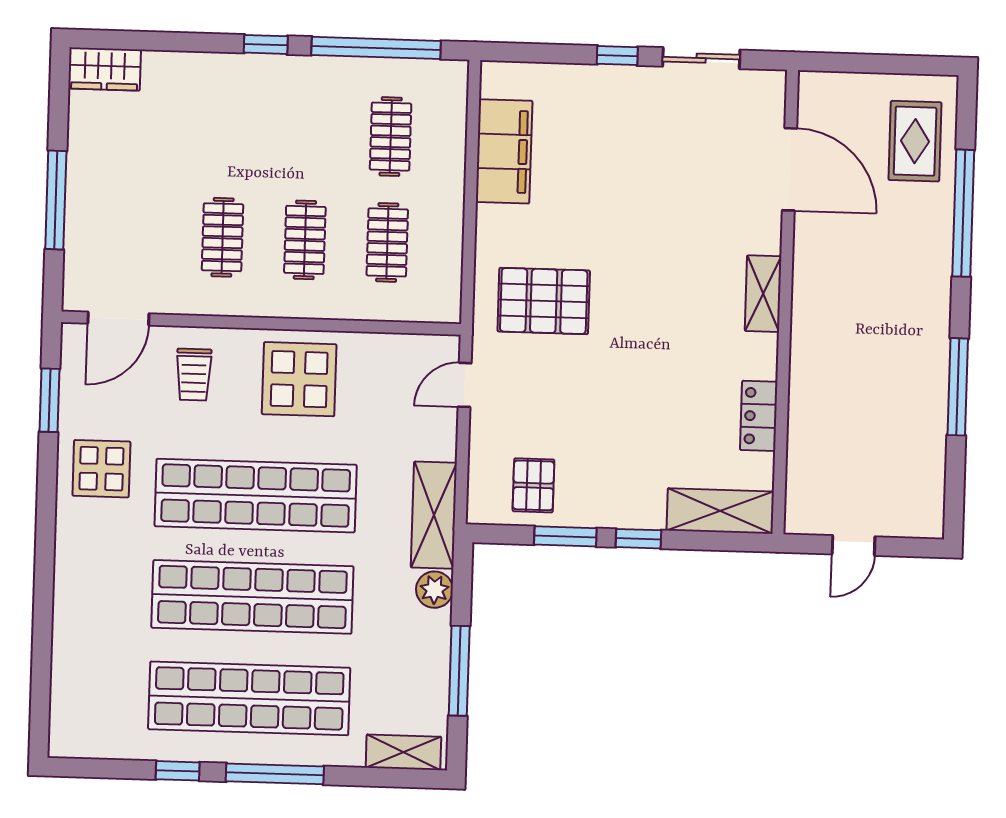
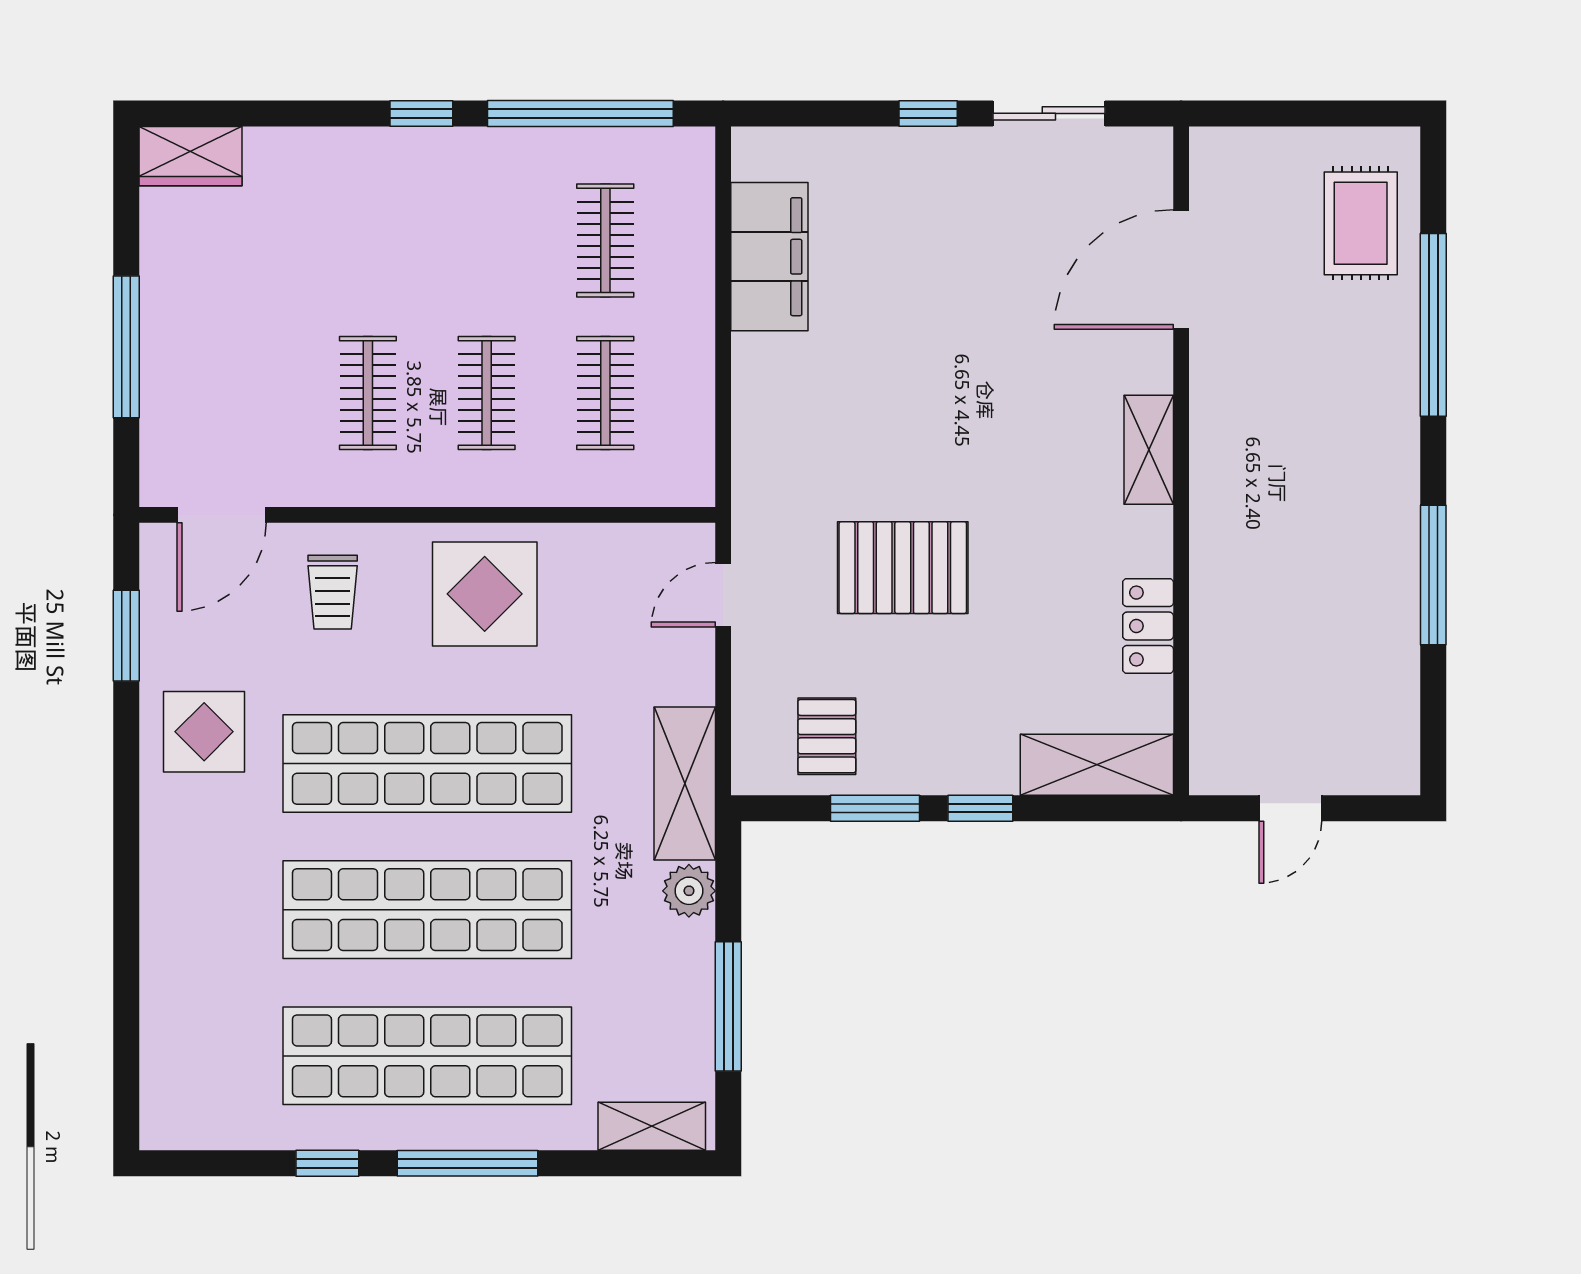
door: (789, 169) -> (1181, 269), swing flipped
pallet: (544, 301) -> (903, 568), moved

